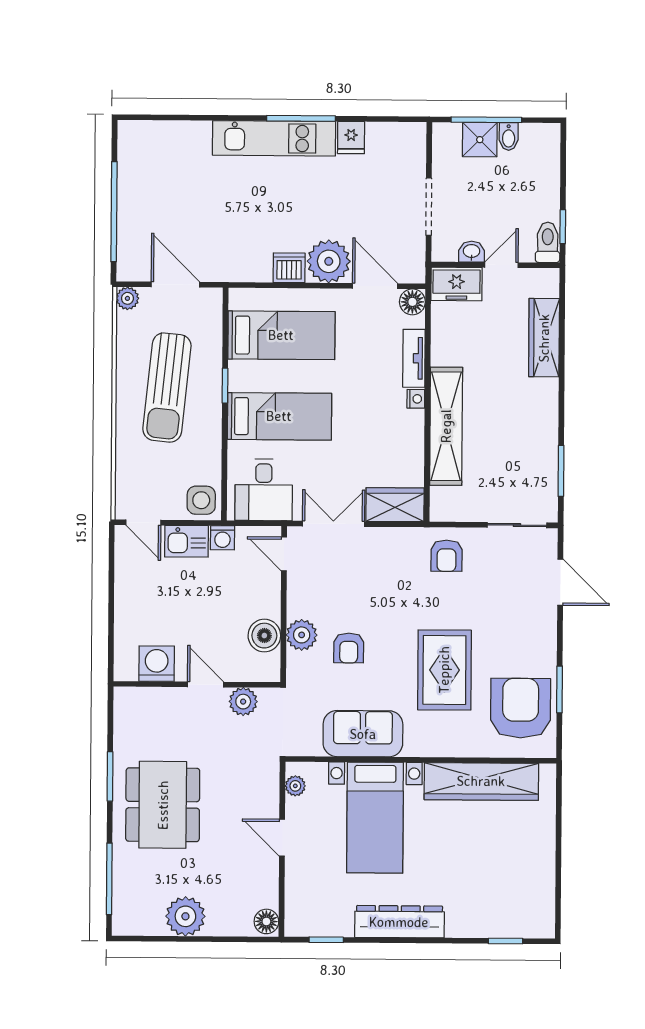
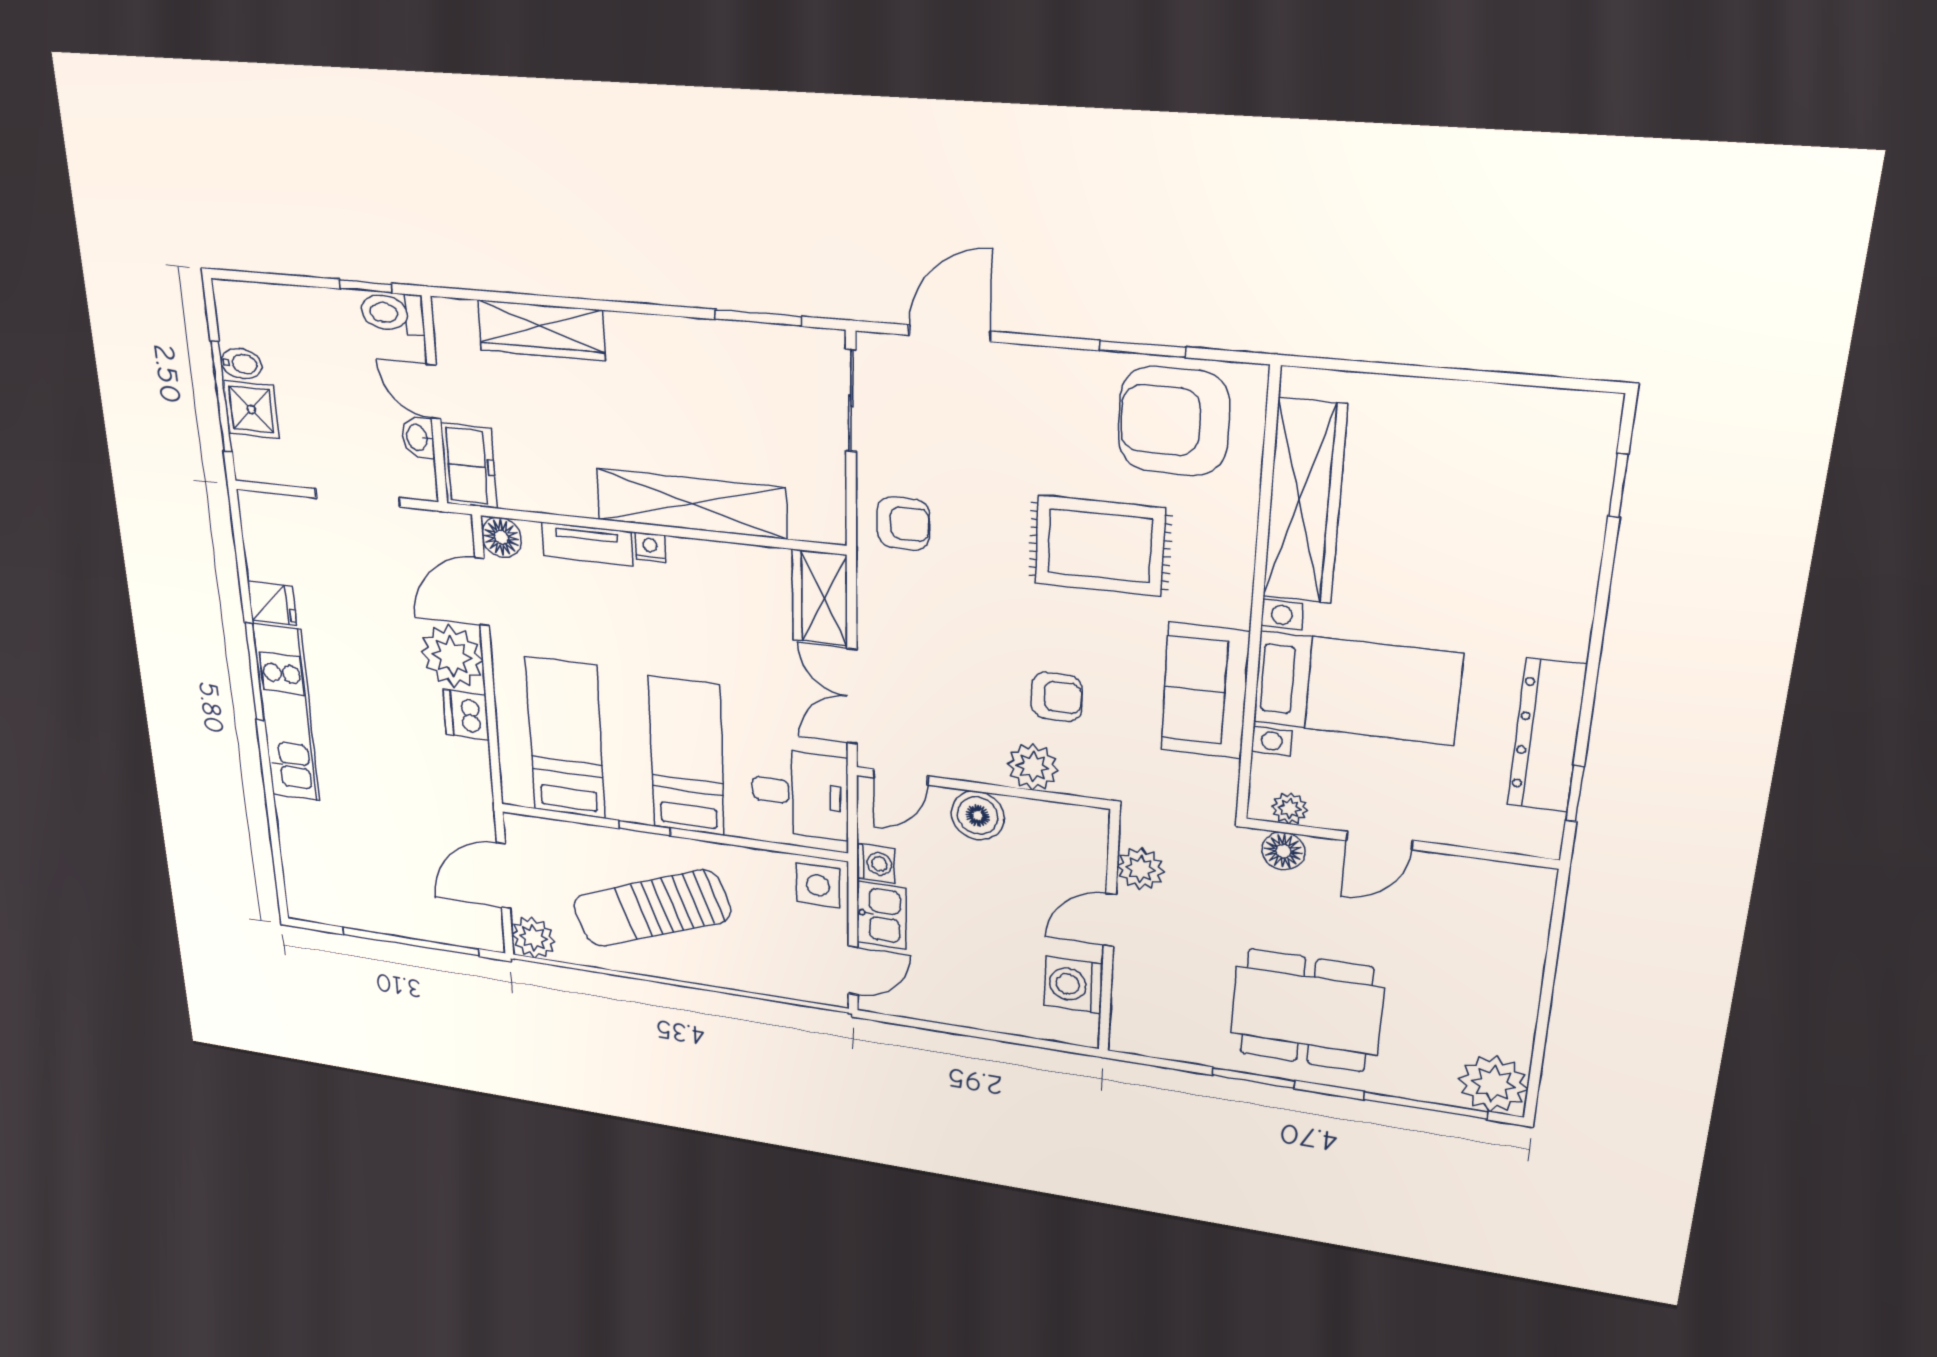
plant: (127, 298) -> (533, 938), width x1.38, depth x1.38
sun lounger: (167, 388) -> (652, 909), turned 153
boiler: (264, 636) -> (978, 816), moved
plant: (185, 916) -> (1493, 1084), moved
floor lamp: (266, 921) -> (1283, 851), moved
dresser: (399, 922) -> (1547, 736), moved

